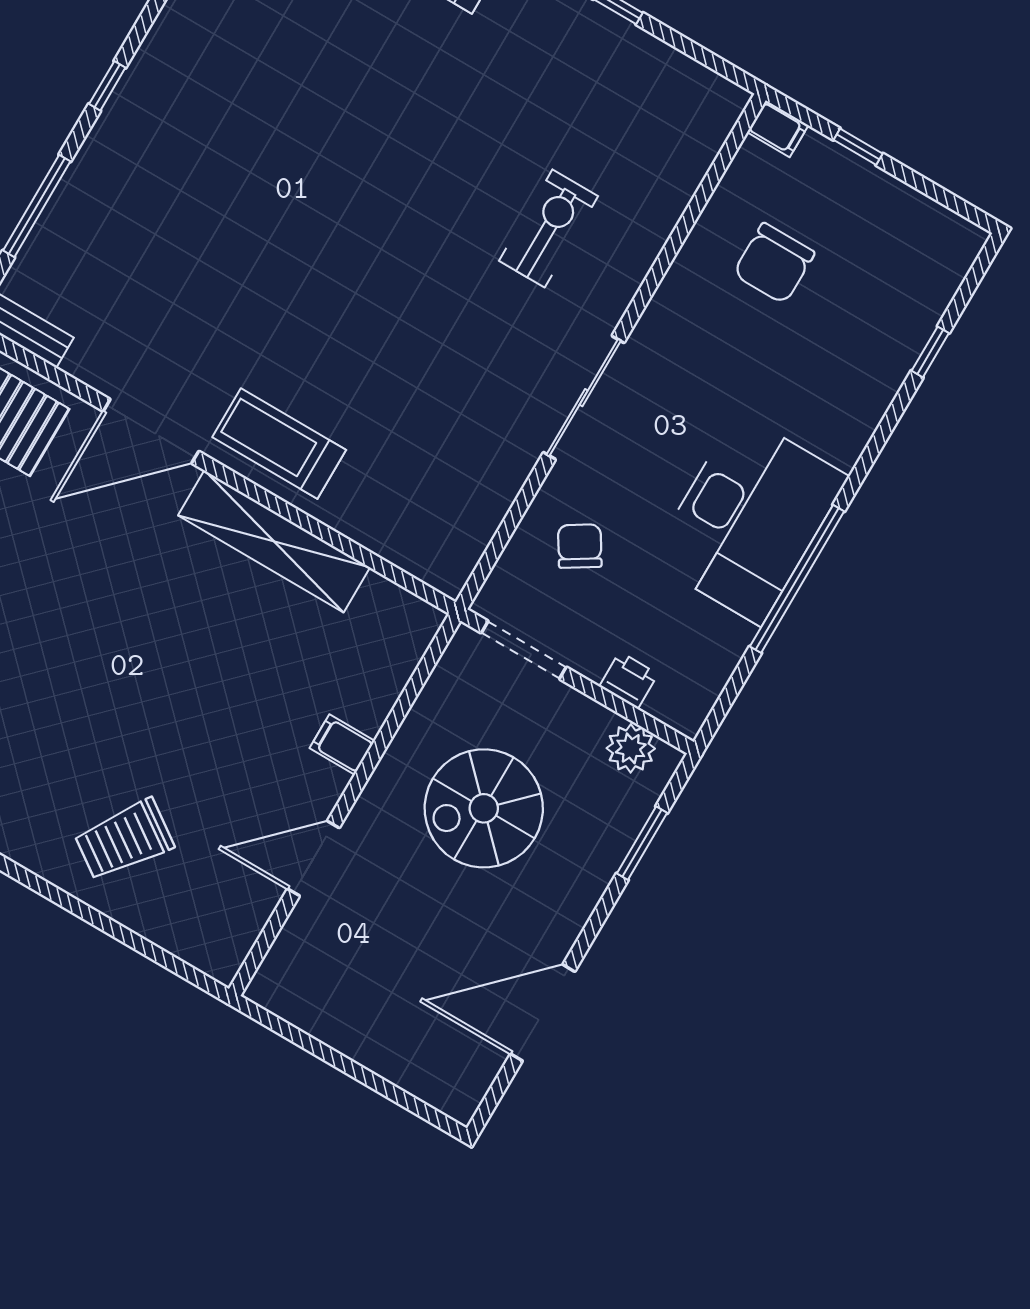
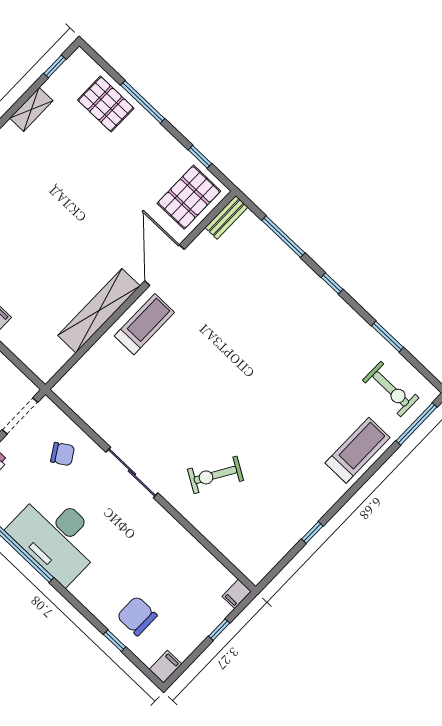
exercise bike: (549, 228) -> (215, 475), turned 121
filing cabinet: (958, 237) -> (165, 667), added
chair: (774, 263) -> (137, 616), moved

